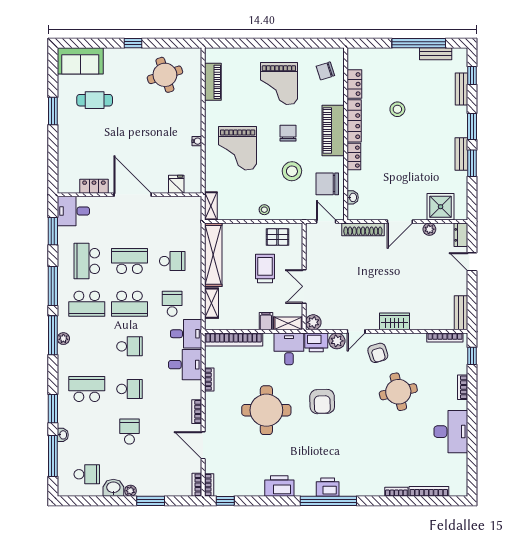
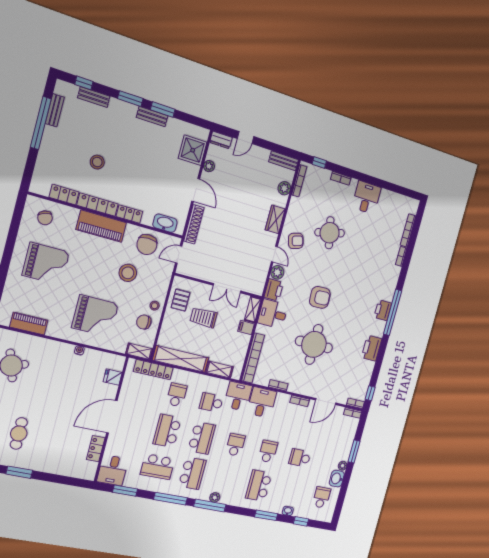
chair: (288, 133) -> (144, 322), moved
washbasin: (353, 197) -> (165, 223), width x1.91, depth x1.45
locker: (194, 227) -> (153, 370), added
plant: (313, 322) -> (284, 188), moved
desk: (451, 432) -> (366, 198), width x0.73
window: (53, 456) -> (301, 521), width x0.46

